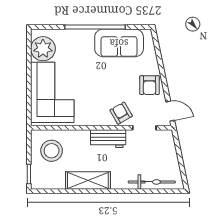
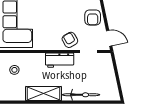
stool: (52, 151) -> (14, 70), width x0.53, depth x0.53
bicycle: (152, 182) -> (81, 95), moved

